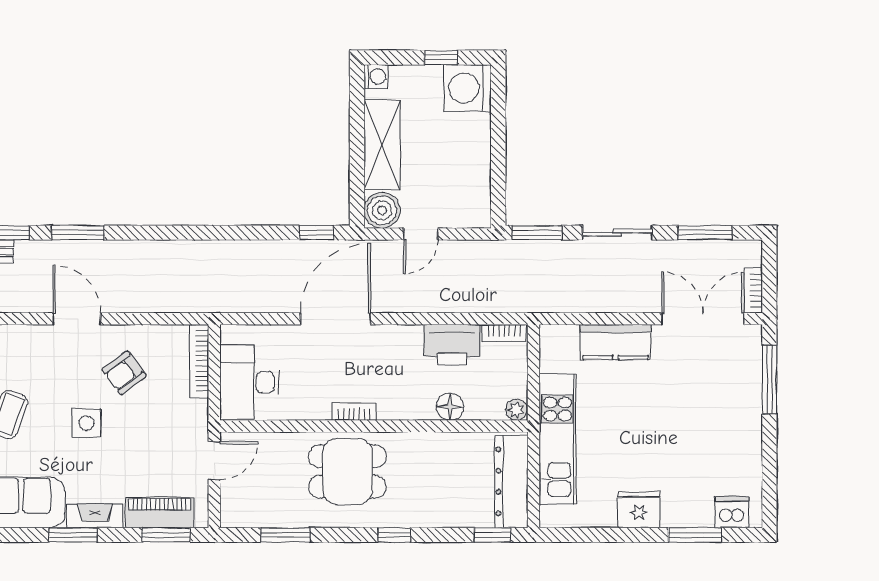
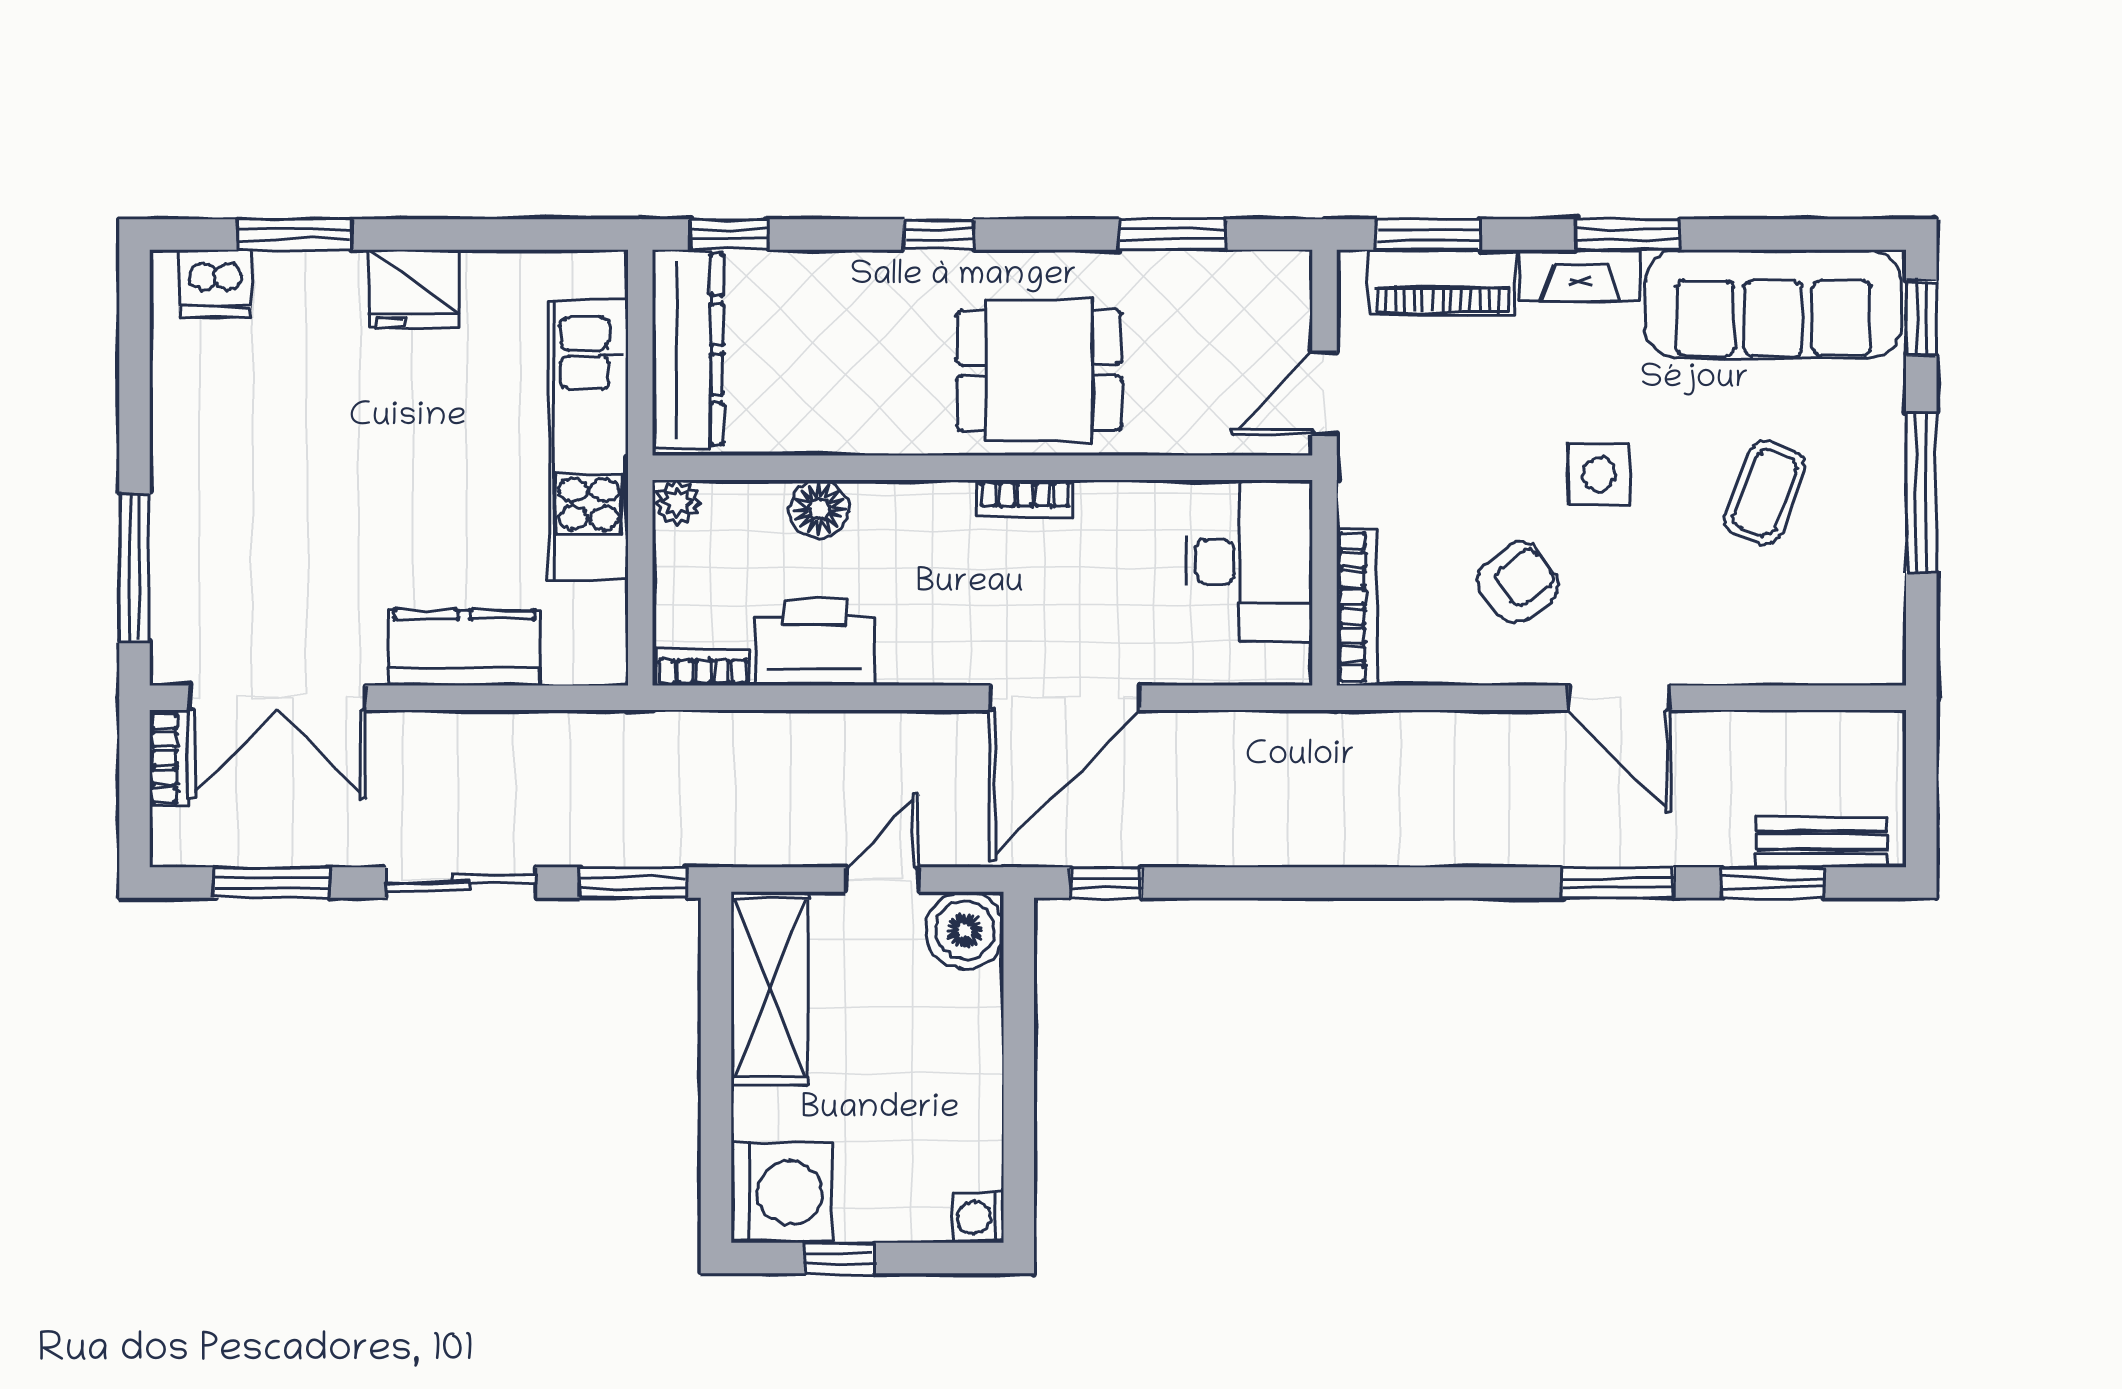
shelving: (382, 145) -> (770, 988), moved

